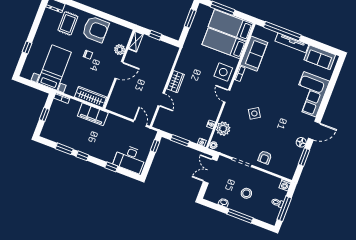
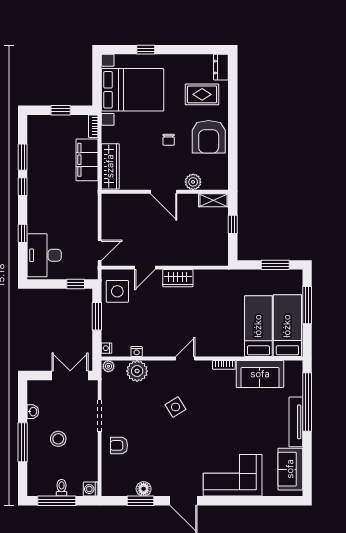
bed with nightstands: (54, 67) -> (132, 90), width x1.36
side table: (223, 72) -> (117, 291), moved
filing cabinet: (93, 114) -> (87, 160), moved
floor lamp: (301, 142) -> (144, 489), moved

